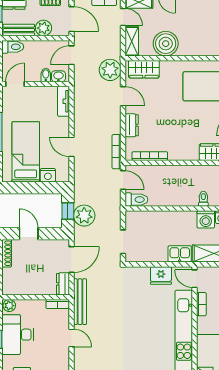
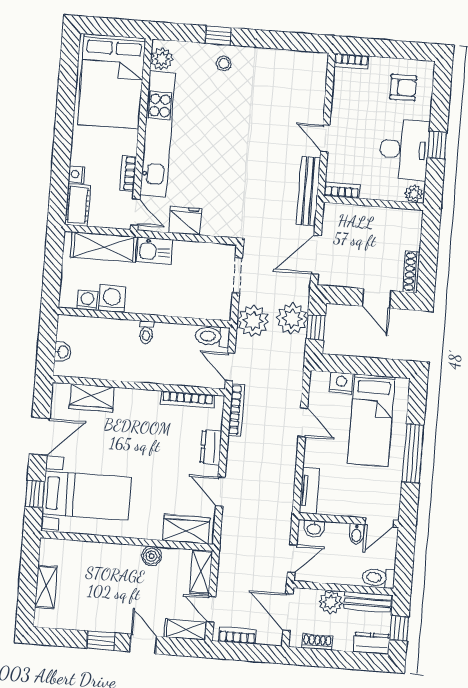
boiler: (166, 44) -> (151, 556), width x0.54, depth x0.54
plant: (110, 70) -> (253, 321), moved
bidet: (46, 75) -> (356, 534), moved
toilet: (203, 199) -> (146, 332), moved
dresser: (63, 284) -> (332, 220), removed

